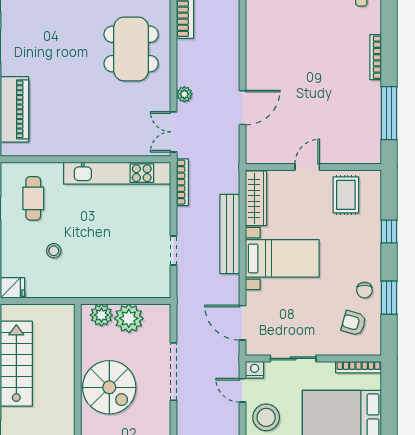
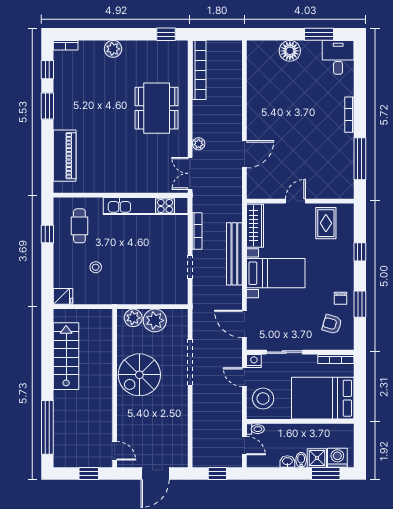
bookcase: (182, 182) -> (197, 231), moved
spiral stairs: (109, 387) -> (139, 375), turned 90

